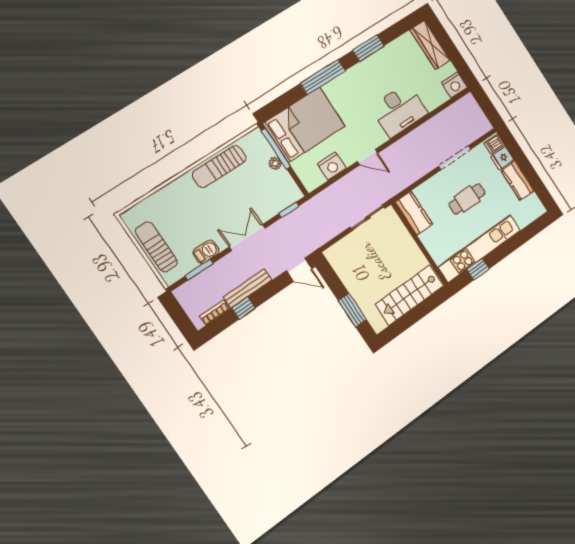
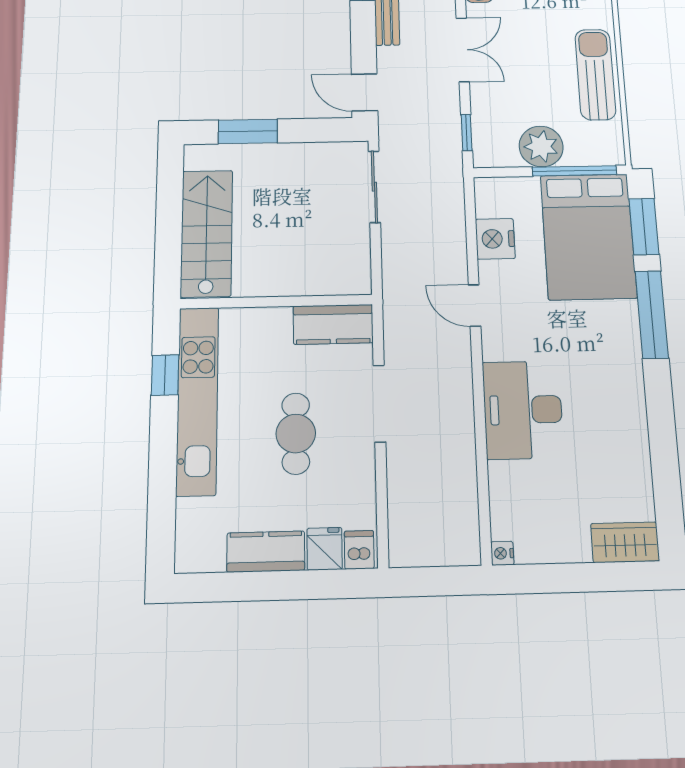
wardrobe: (430, 45) -> (625, 542), width x0.67
window: (368, 48) -> (644, 227), moved
nightstand: (454, 85) -> (502, 553), width x0.53, depth x0.56
door: (368, 157) -> (475, 305), hinge flipped
doorway: (455, 158) -> (379, 403), moved
plant: (275, 163) -> (541, 146), width x1.87, depth x1.87
sliding door: (368, 218) -> (374, 187), moved
door: (299, 270) -> (364, 92), hinge flipped

